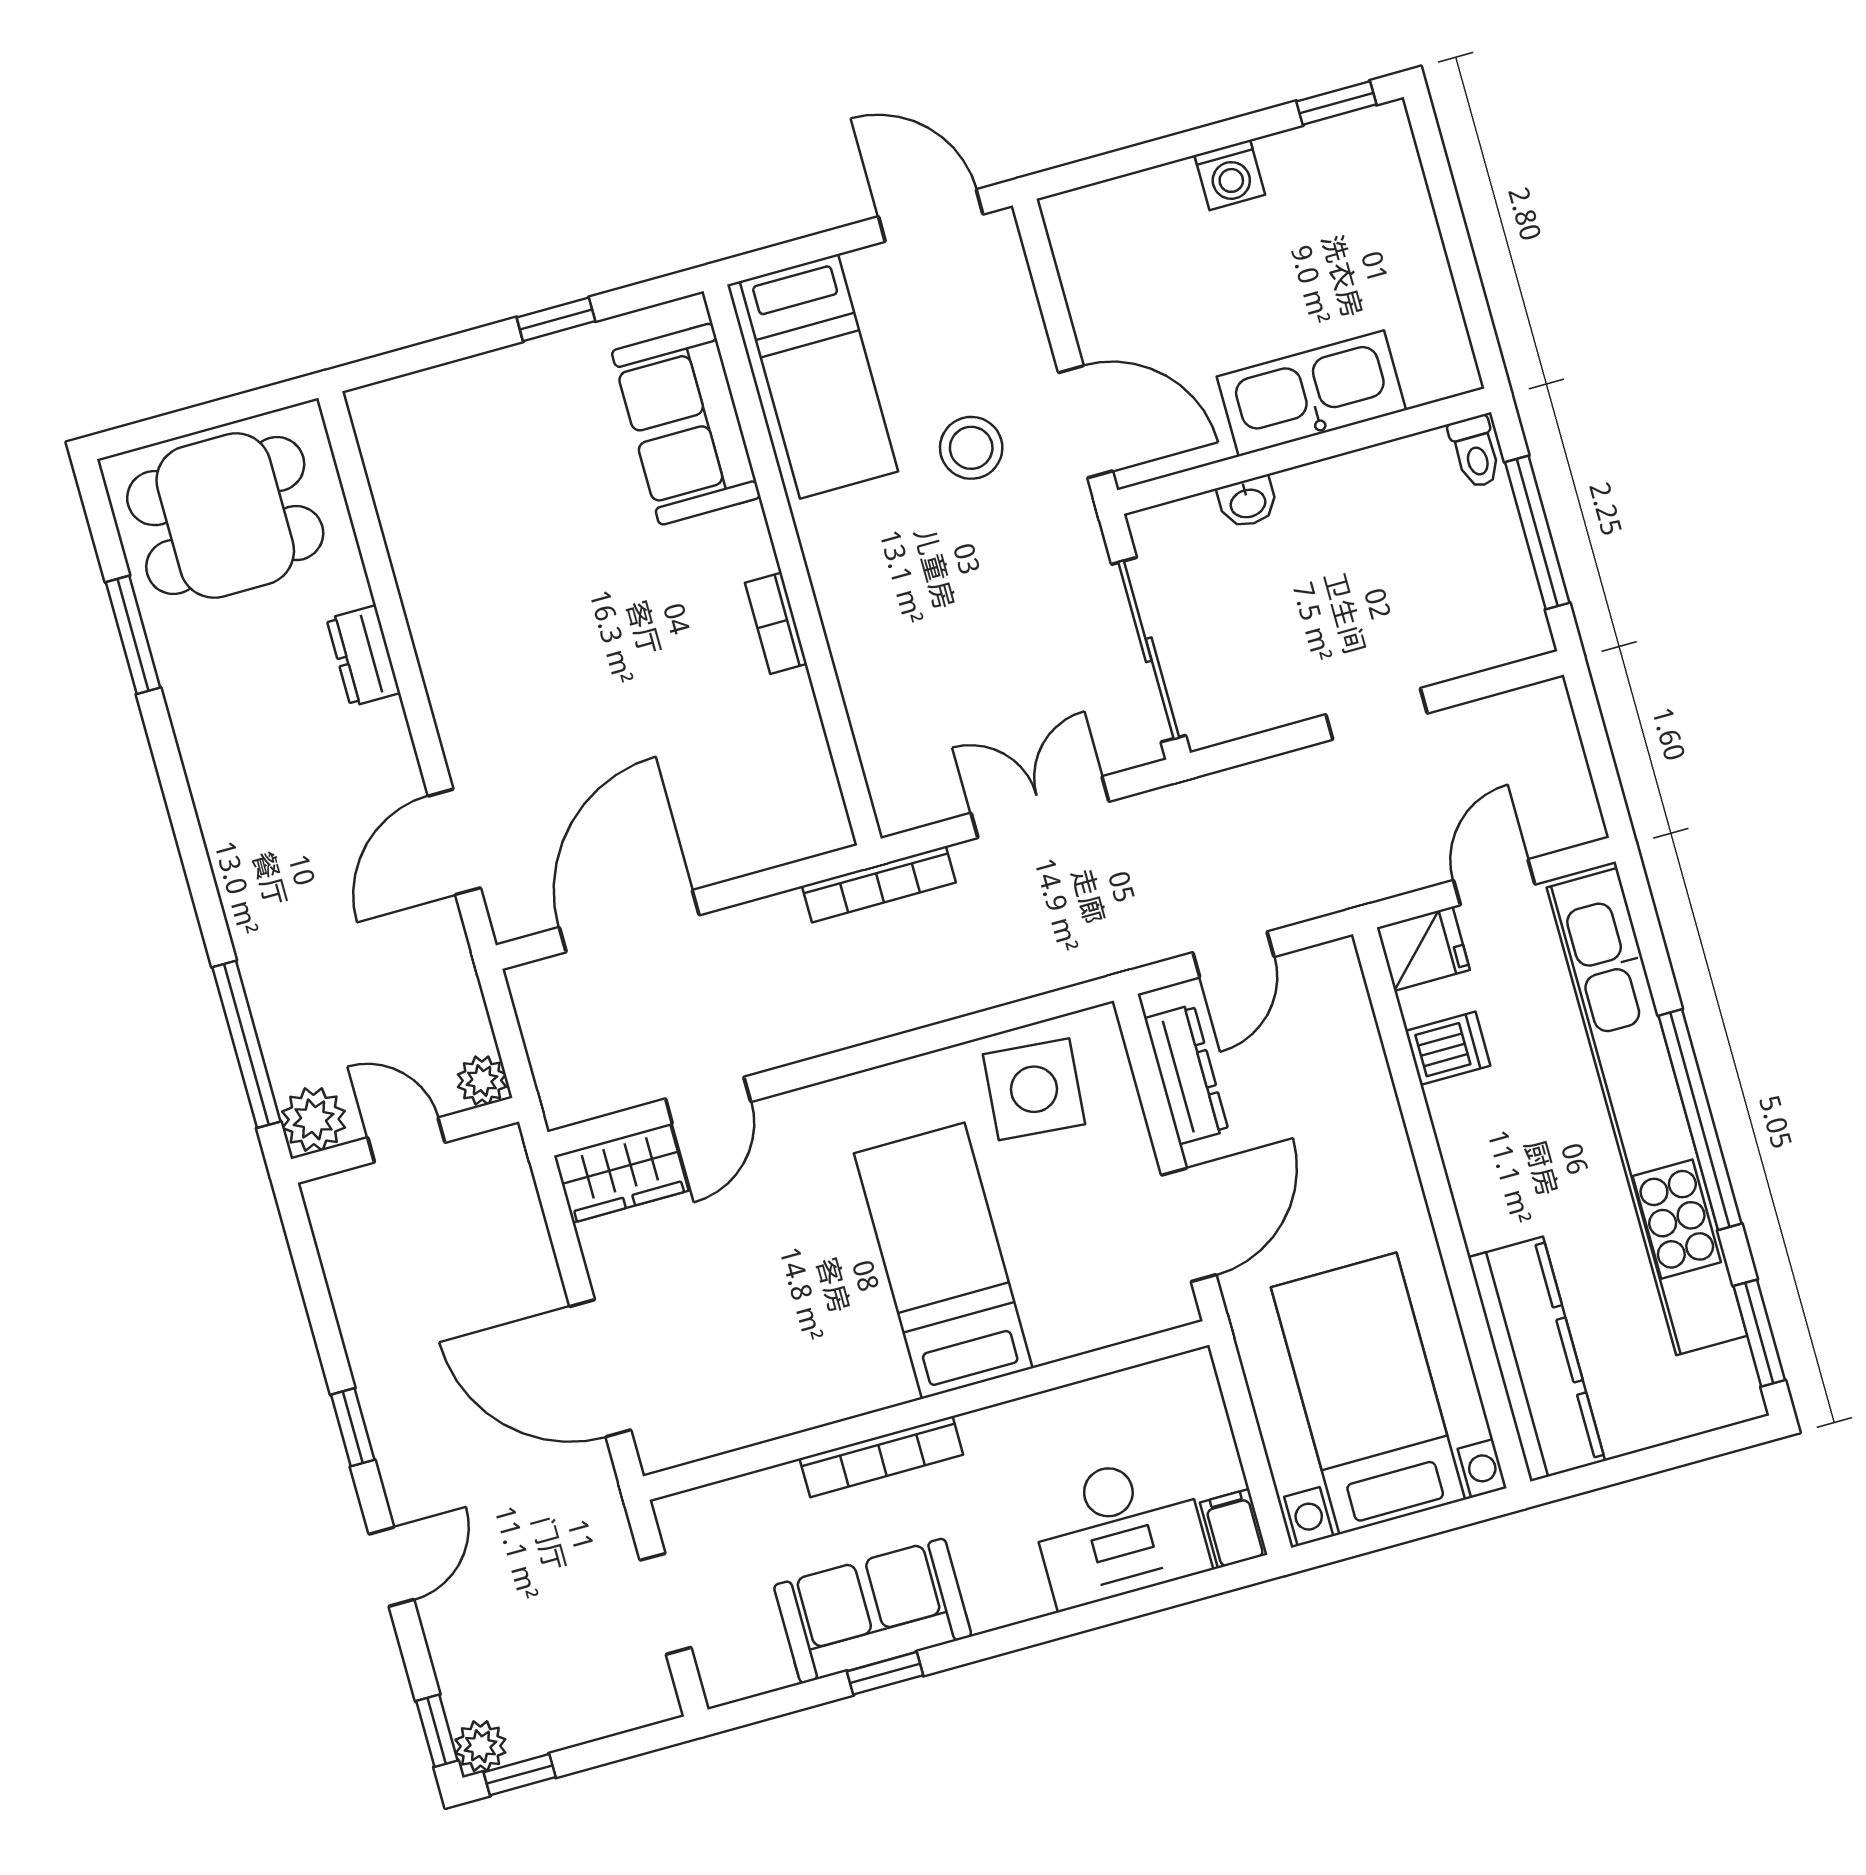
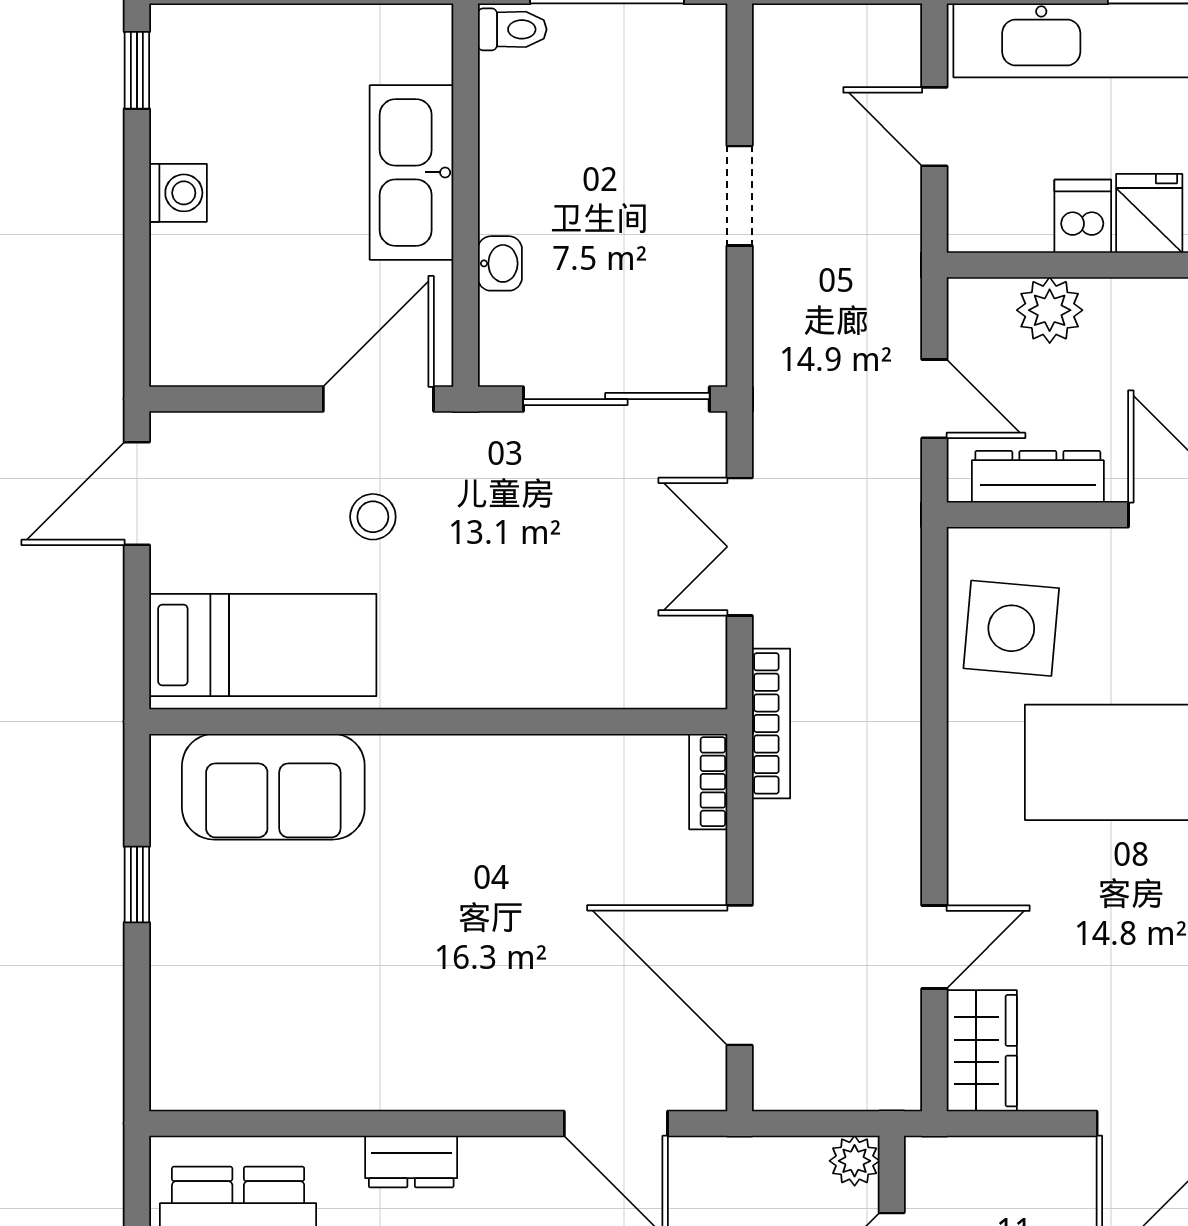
stool: (971, 448) -> (373, 517), width x0.73, depth x0.73
bookcase: (776, 623) -> (708, 782), moved, turned 90
fridge: (1423, 949) -> (1149, 213), moved
plant: (1349, 1041) -> (1050, 310), added
door: (708, 1100) -> (934, 947), hinge flipped

